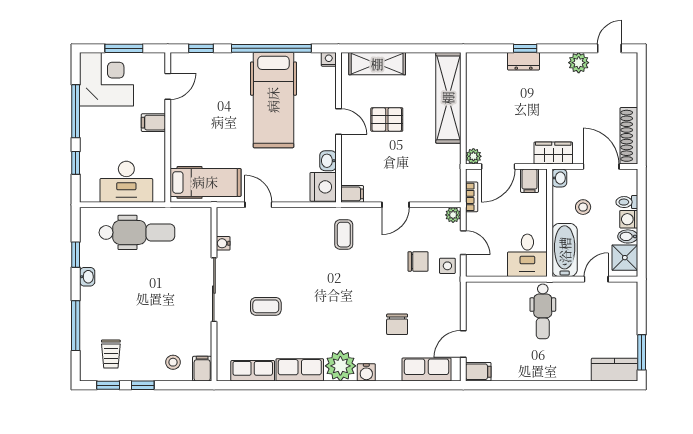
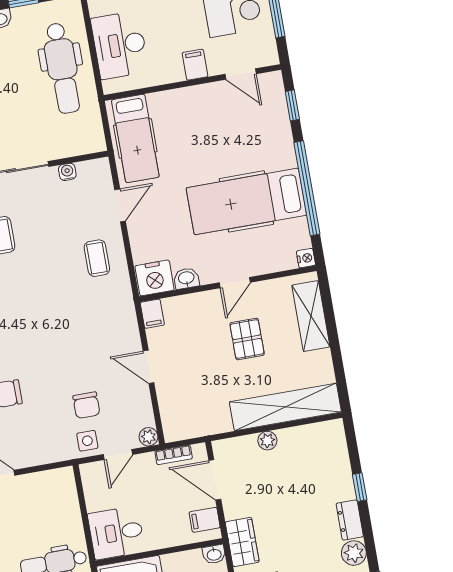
dresser: (524, 61) -> (350, 520), moved
plant: (473, 156) -> (267, 441), moved
coffee table: (344, 235) -> (97, 258), moved, turned 90

